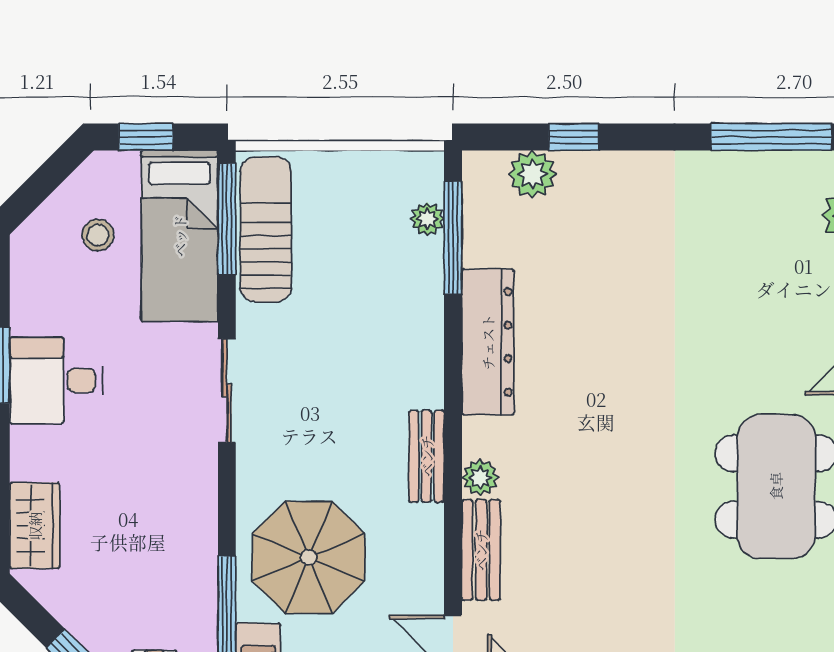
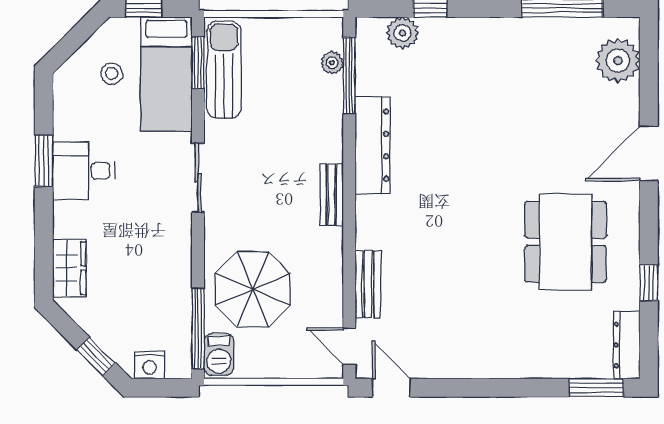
window: (227, 219) -> (198, 63), width x0.69
bench: (427, 456) -> (332, 194), moved
plant: (480, 478) -> (367, 236), removed

